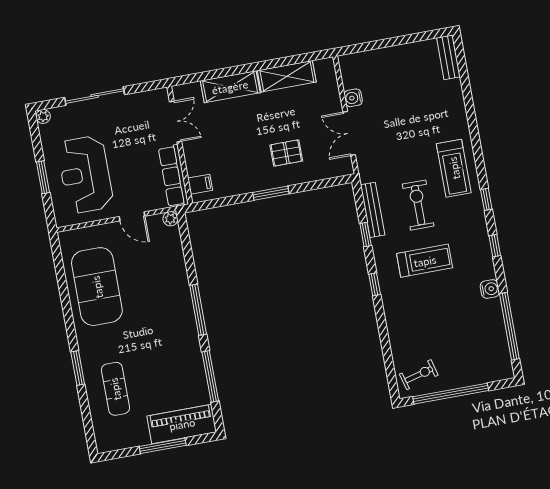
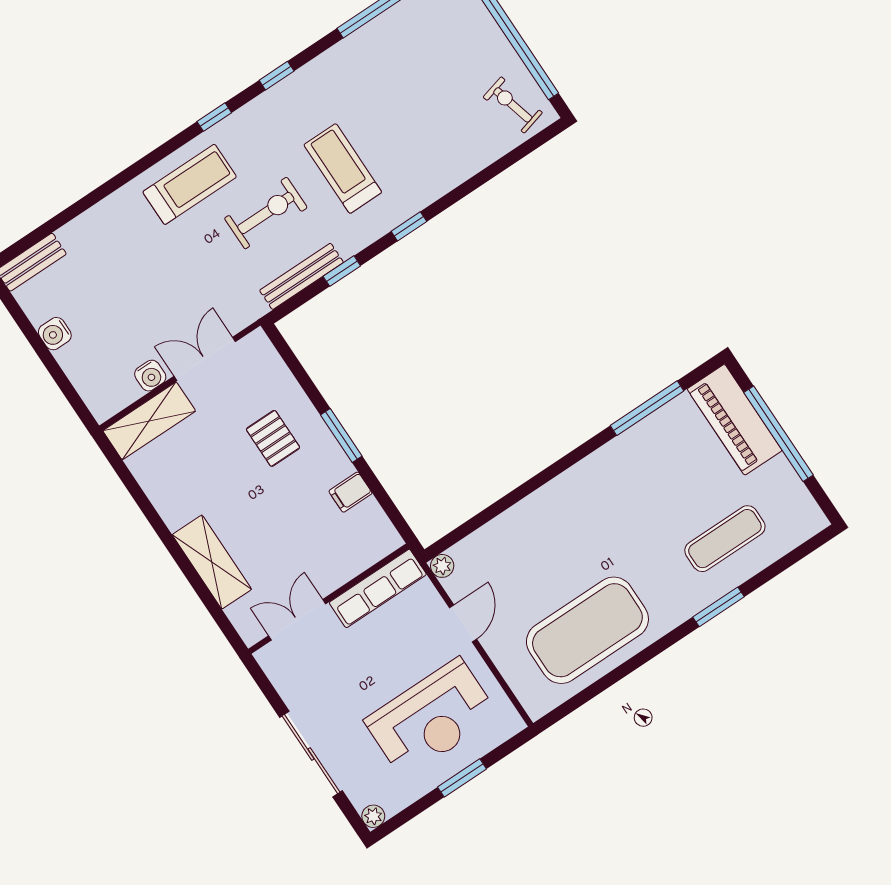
shelving: (287, 76) -> (149, 421), moved, turned 90
double door: (349, 133) -> (205, 359), swing flipped
filing cabinet: (200, 184) -> (350, 492), moved, turned -90
exercise bike: (418, 205) -> (266, 213), turned 180
water cooler: (490, 289) -> (55, 334), moved, turned -90
window: (198, 310) -> (557, 468), removed
window: (163, 446) -> (778, 434), width x1.46

